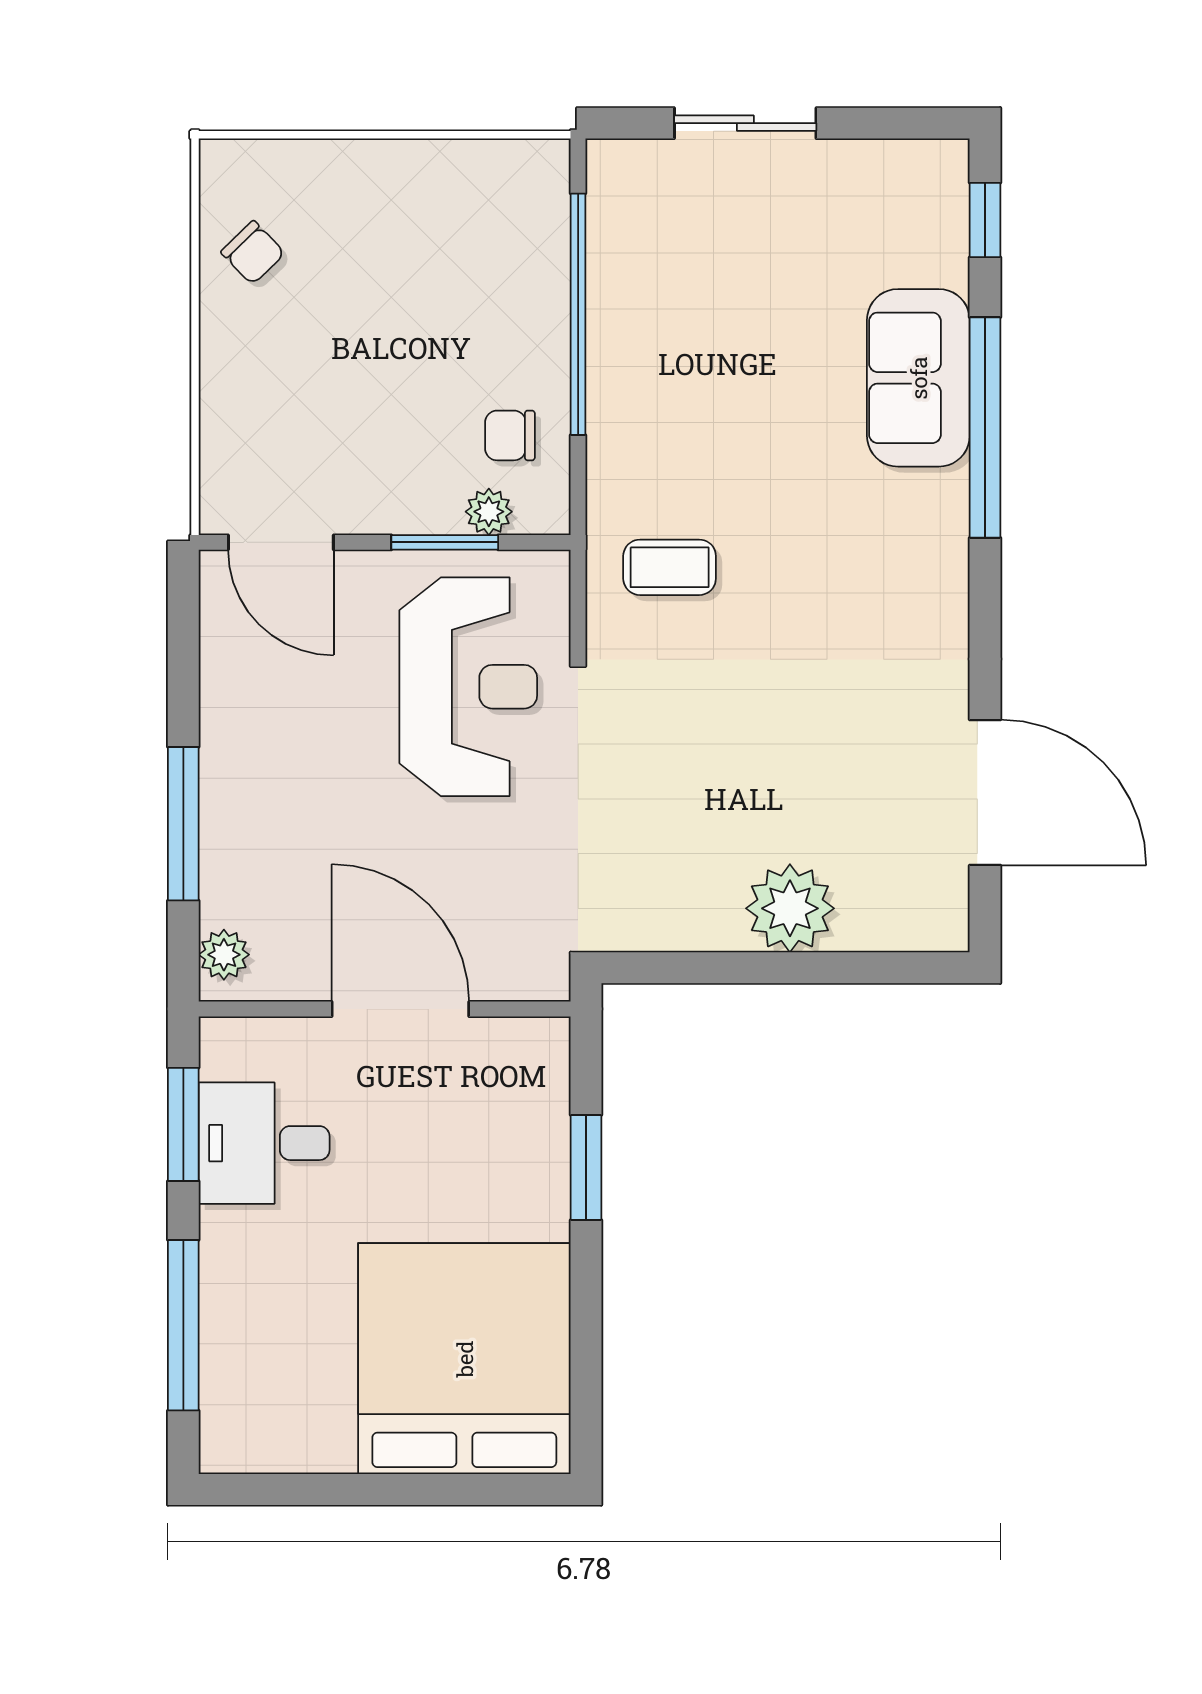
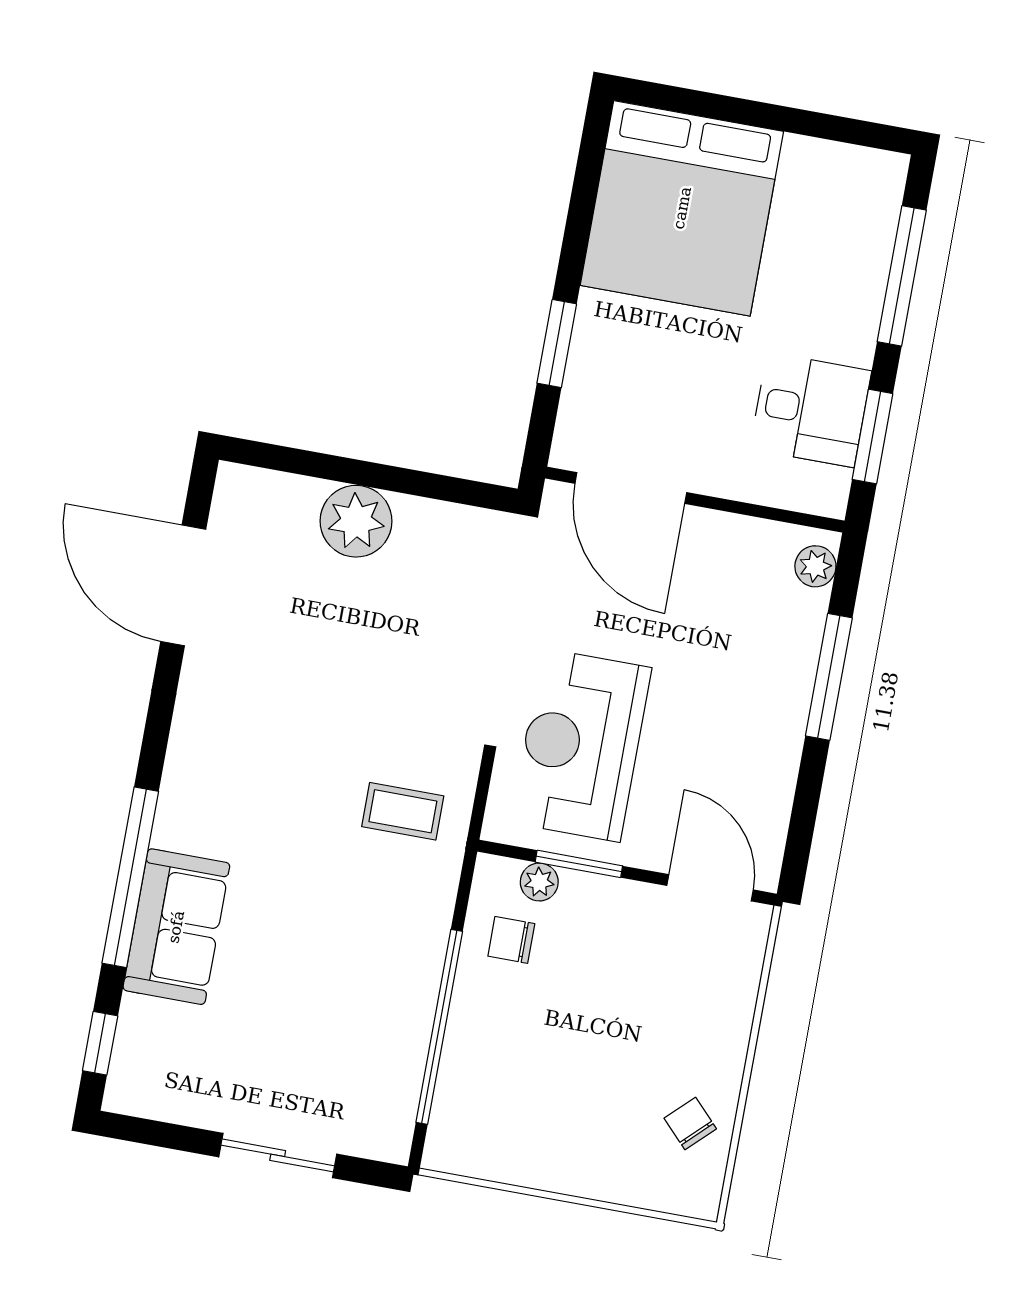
chair: (510, 435) -> (511, 940), turned 180
door: (400, 1009) -> (631, 488), moved

